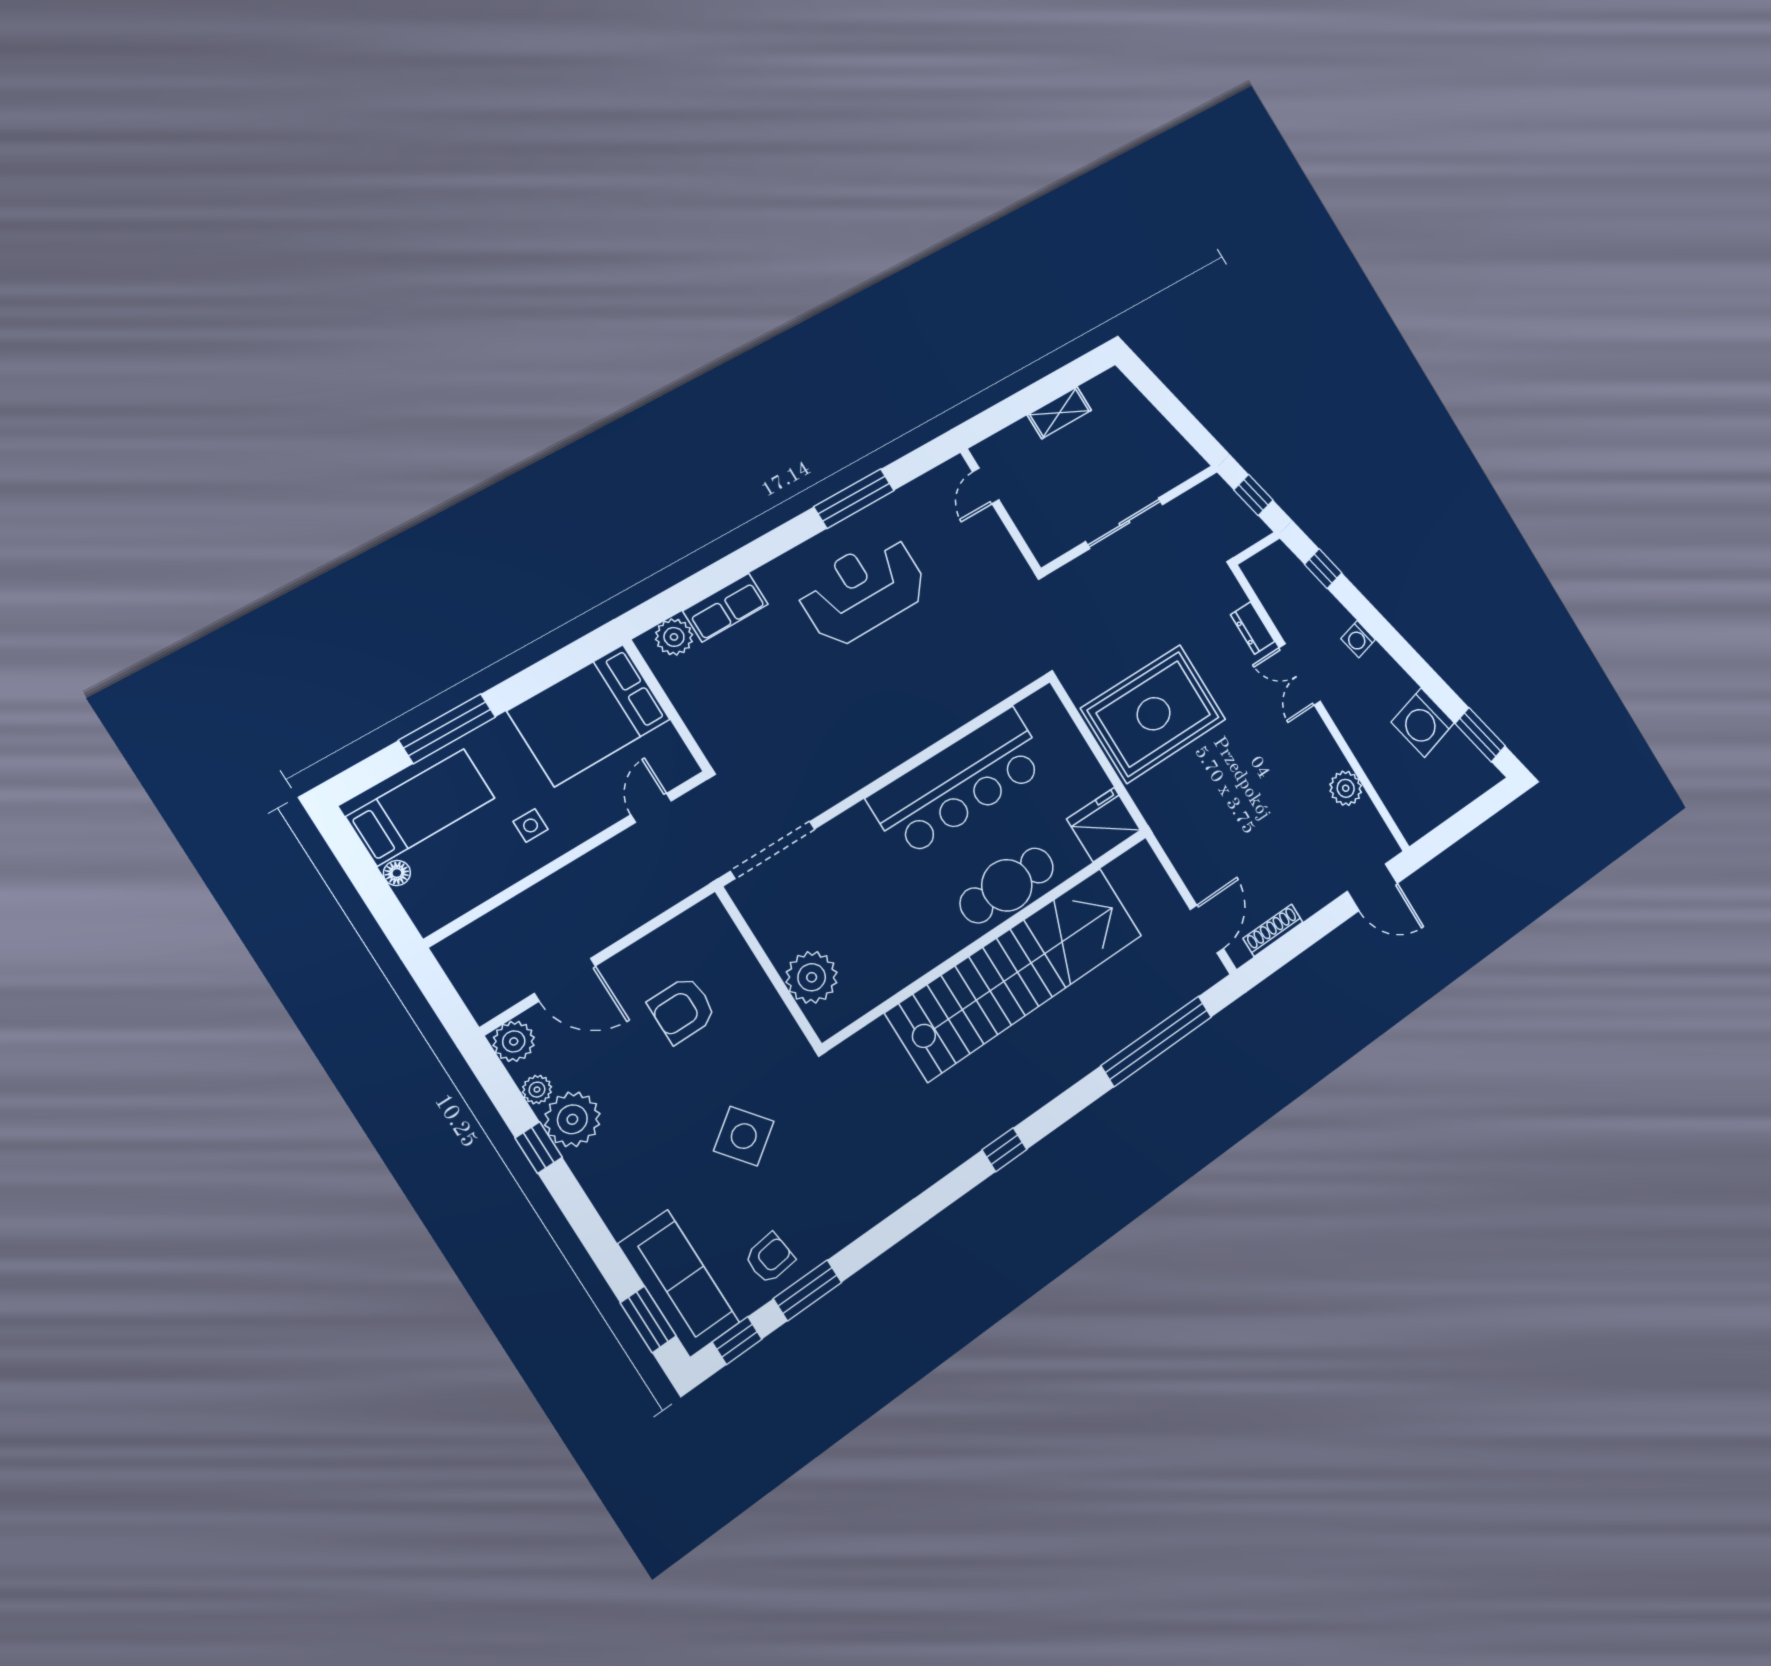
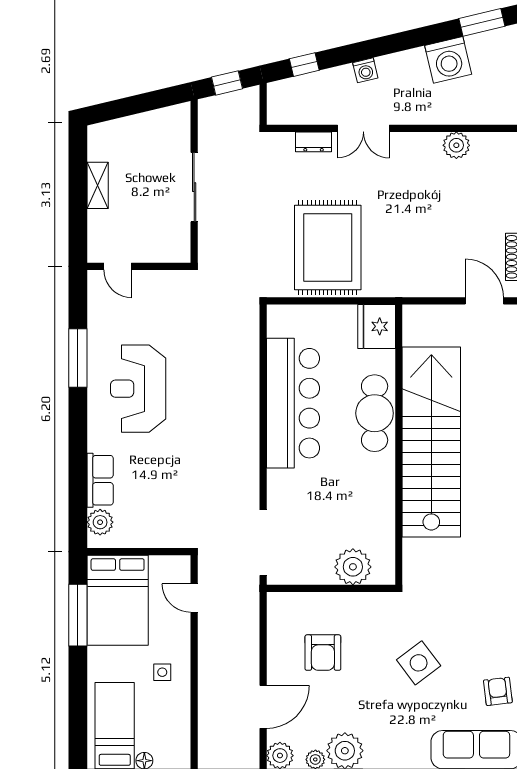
window: (447, 729) -> (78, 615), moved

